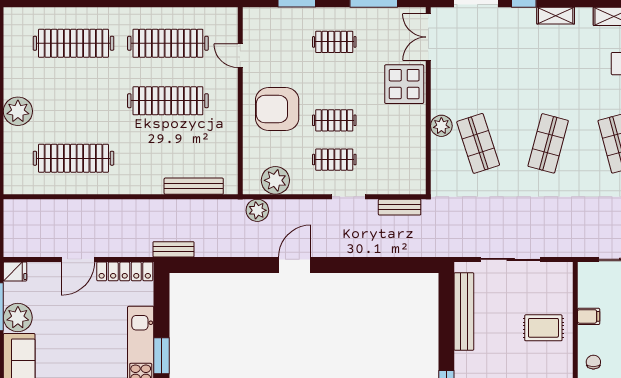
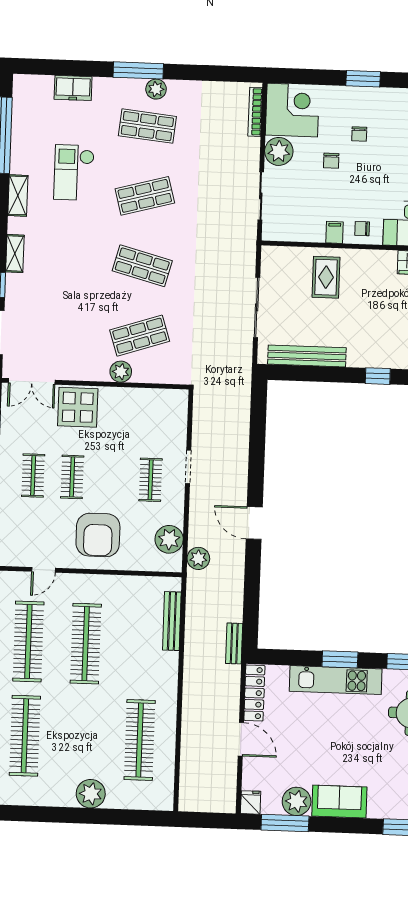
clothes rail: (334, 120) -> (72, 477), moved
bench: (400, 207) -> (200, 416), removed
filing cabinet: (589, 316) -> (334, 232), moved

